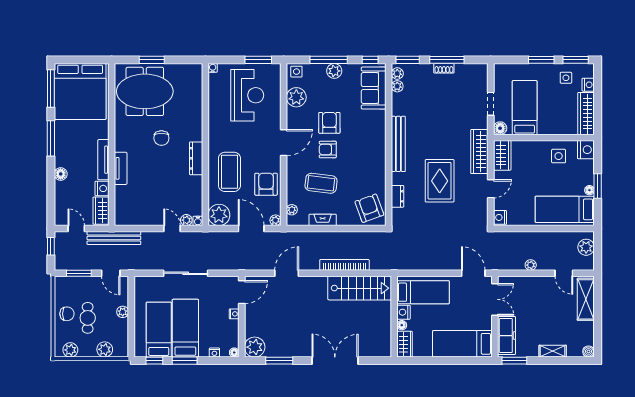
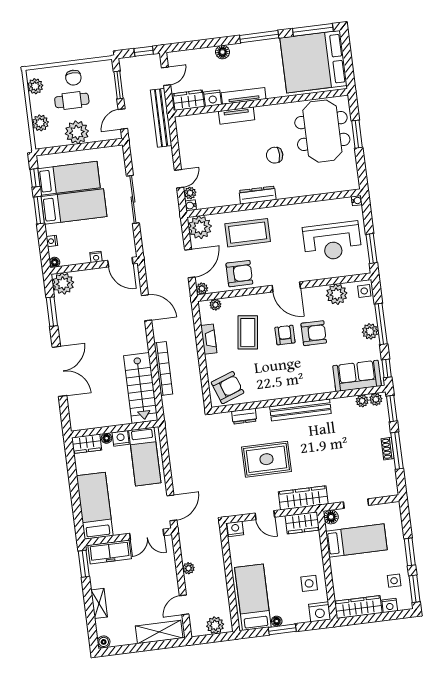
plant: (123, 312) -> (77, 132), width x1.87, depth x1.87

